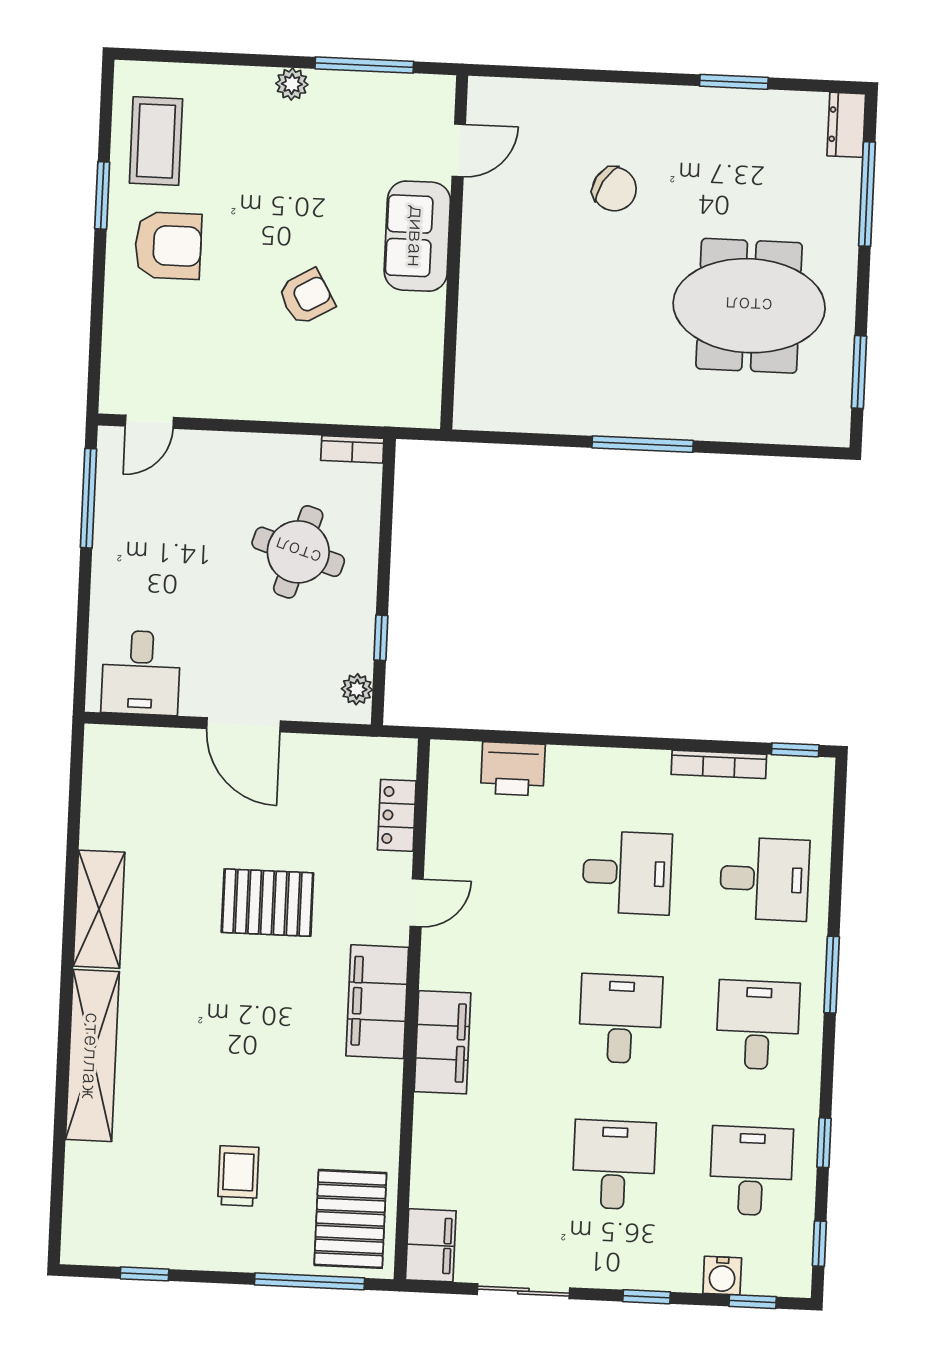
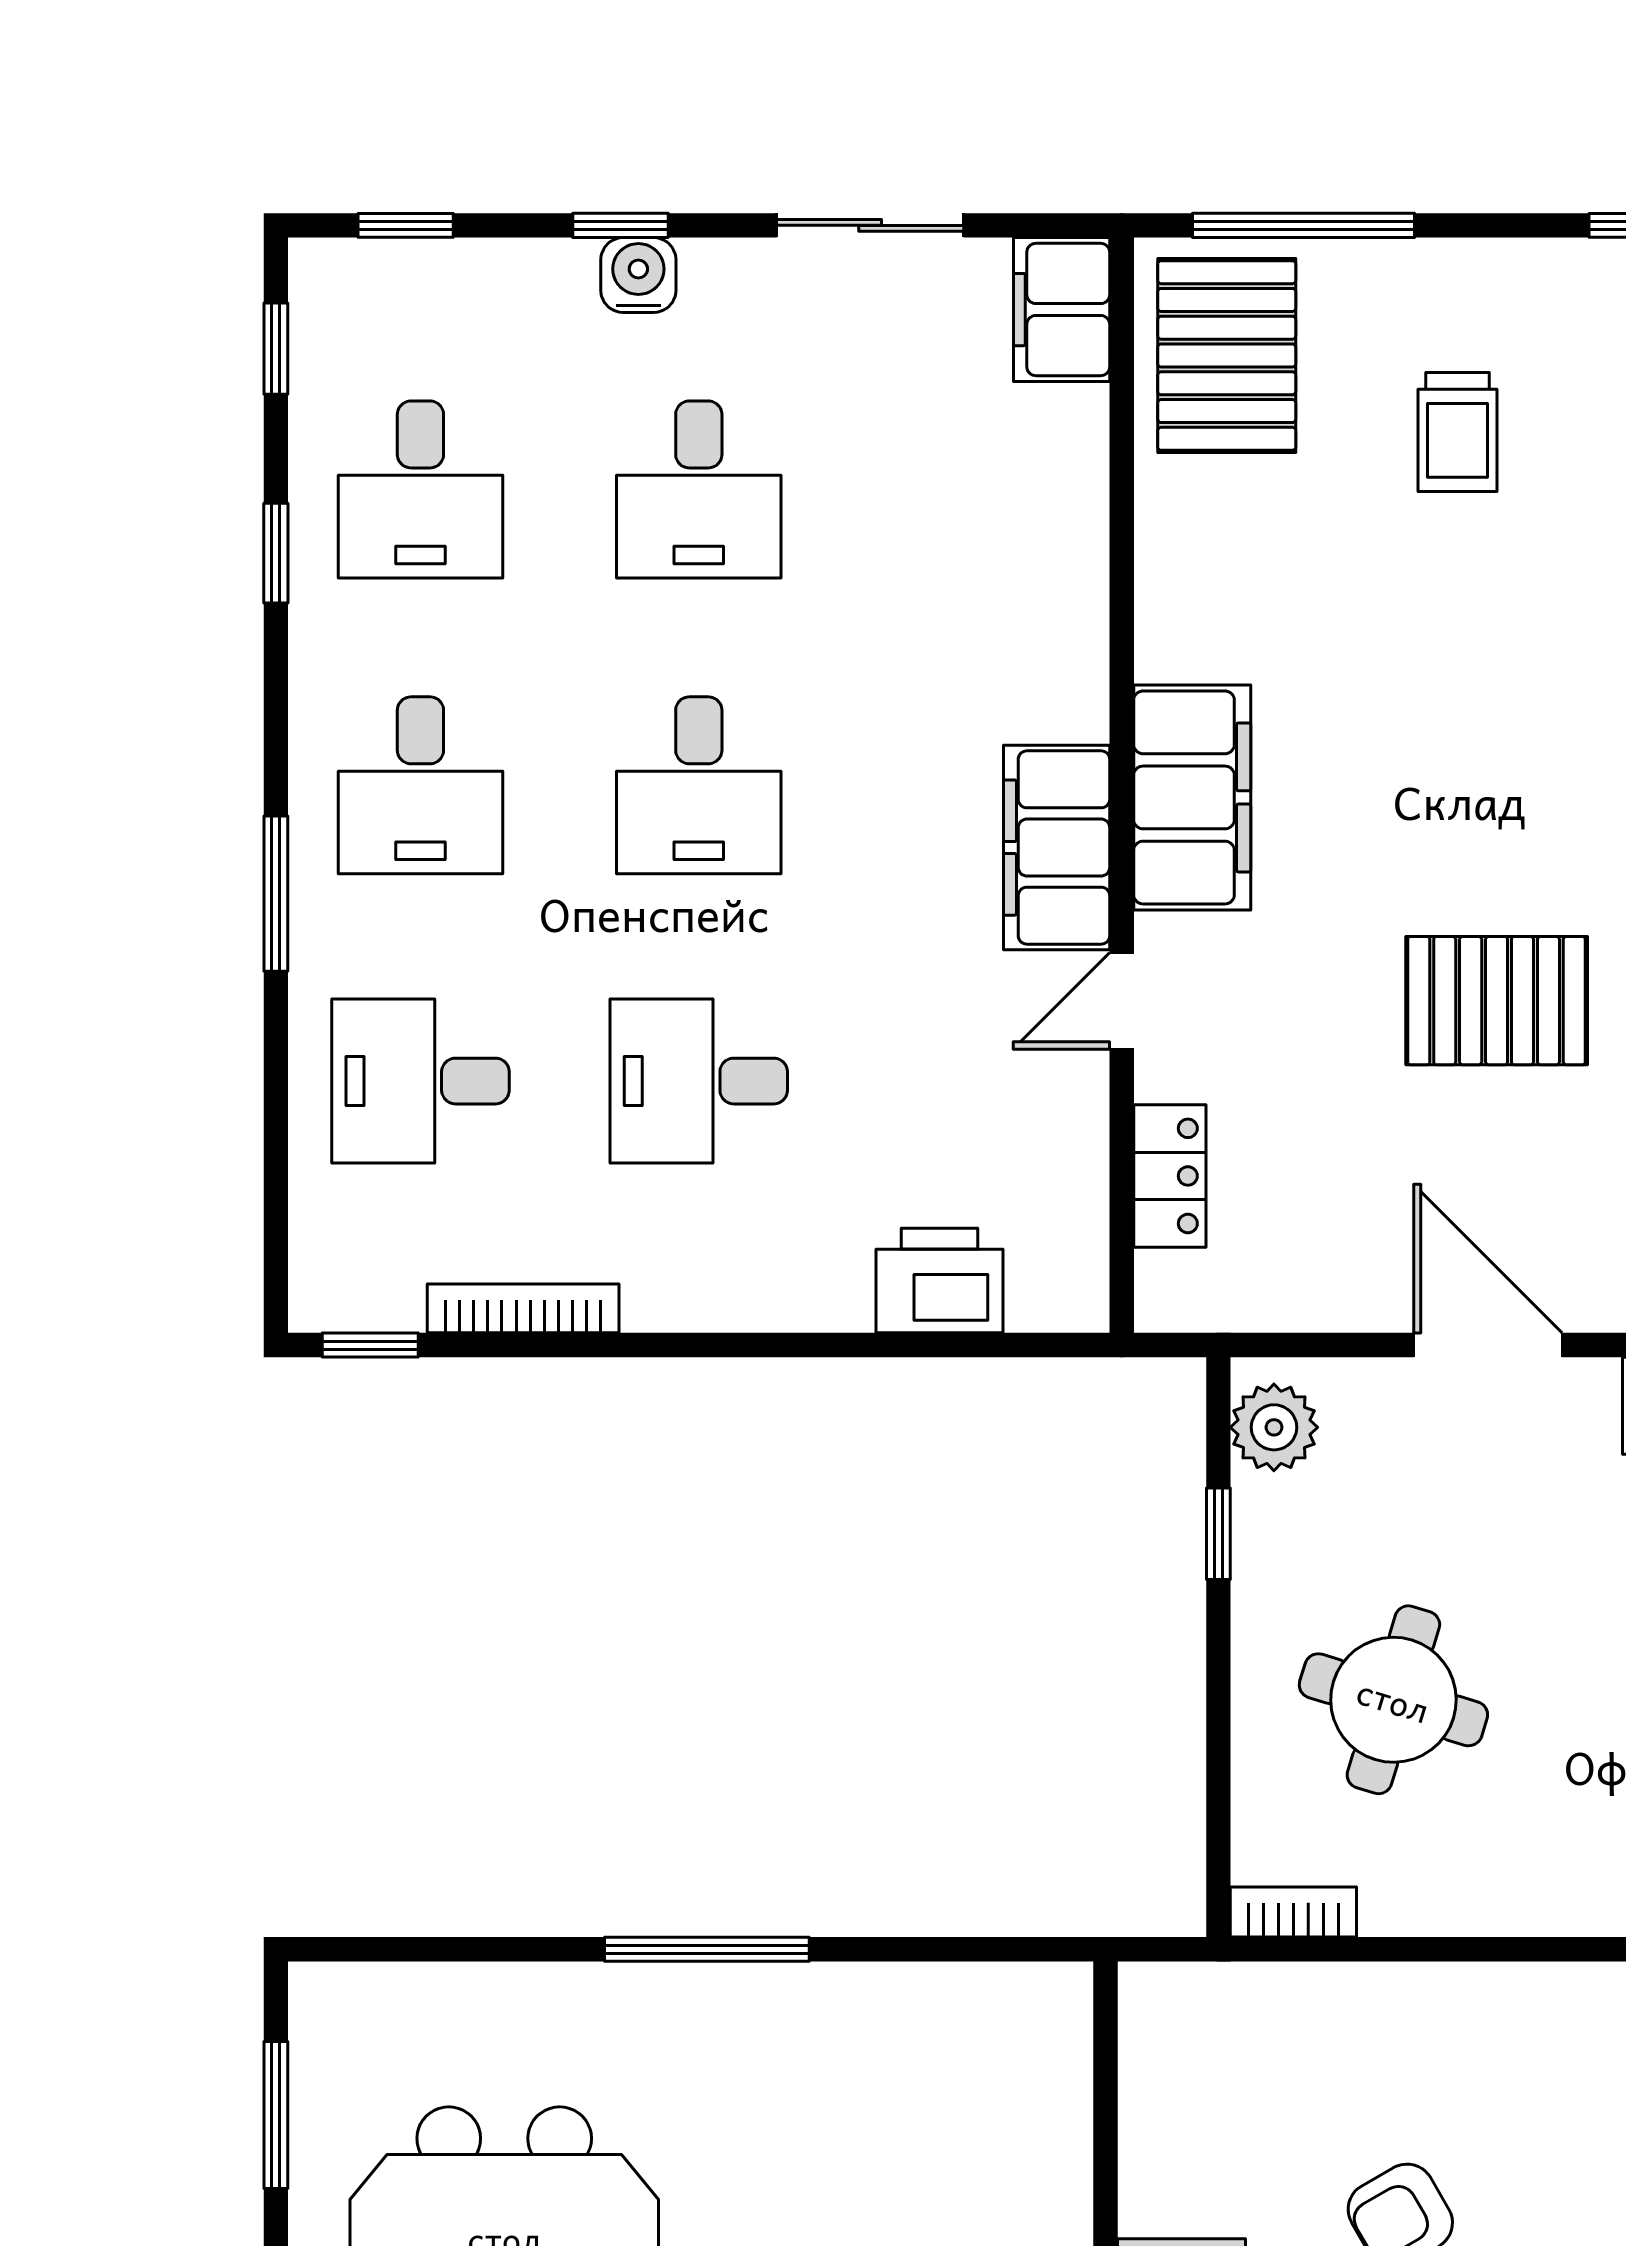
plant: (357, 689) -> (1274, 1427), width x1.38, depth x1.38
pallet: (267, 903) -> (1497, 1001), moved
filing cabinet: (443, 1042) -> (1057, 848), moved
water cooler: (722, 1276) -> (638, 275), moved

